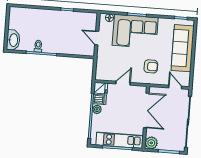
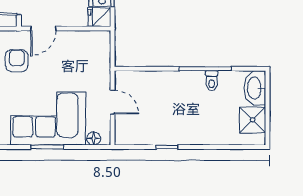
shower: (16, 22) -> (253, 120), added
armchair: (151, 66) -> (17, 61), turned 90
door: (123, 83) -> (43, 29), moved

